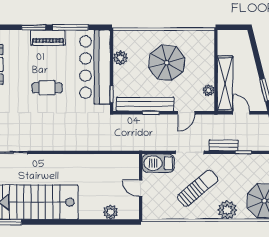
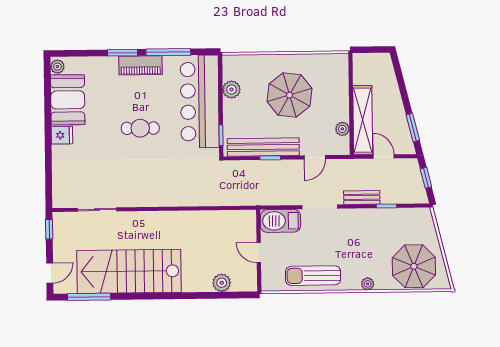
sun lounger: (198, 188) -> (313, 276), moved, turned -140
plant: (227, 210) -> (368, 284), width x0.53, depth x0.53

